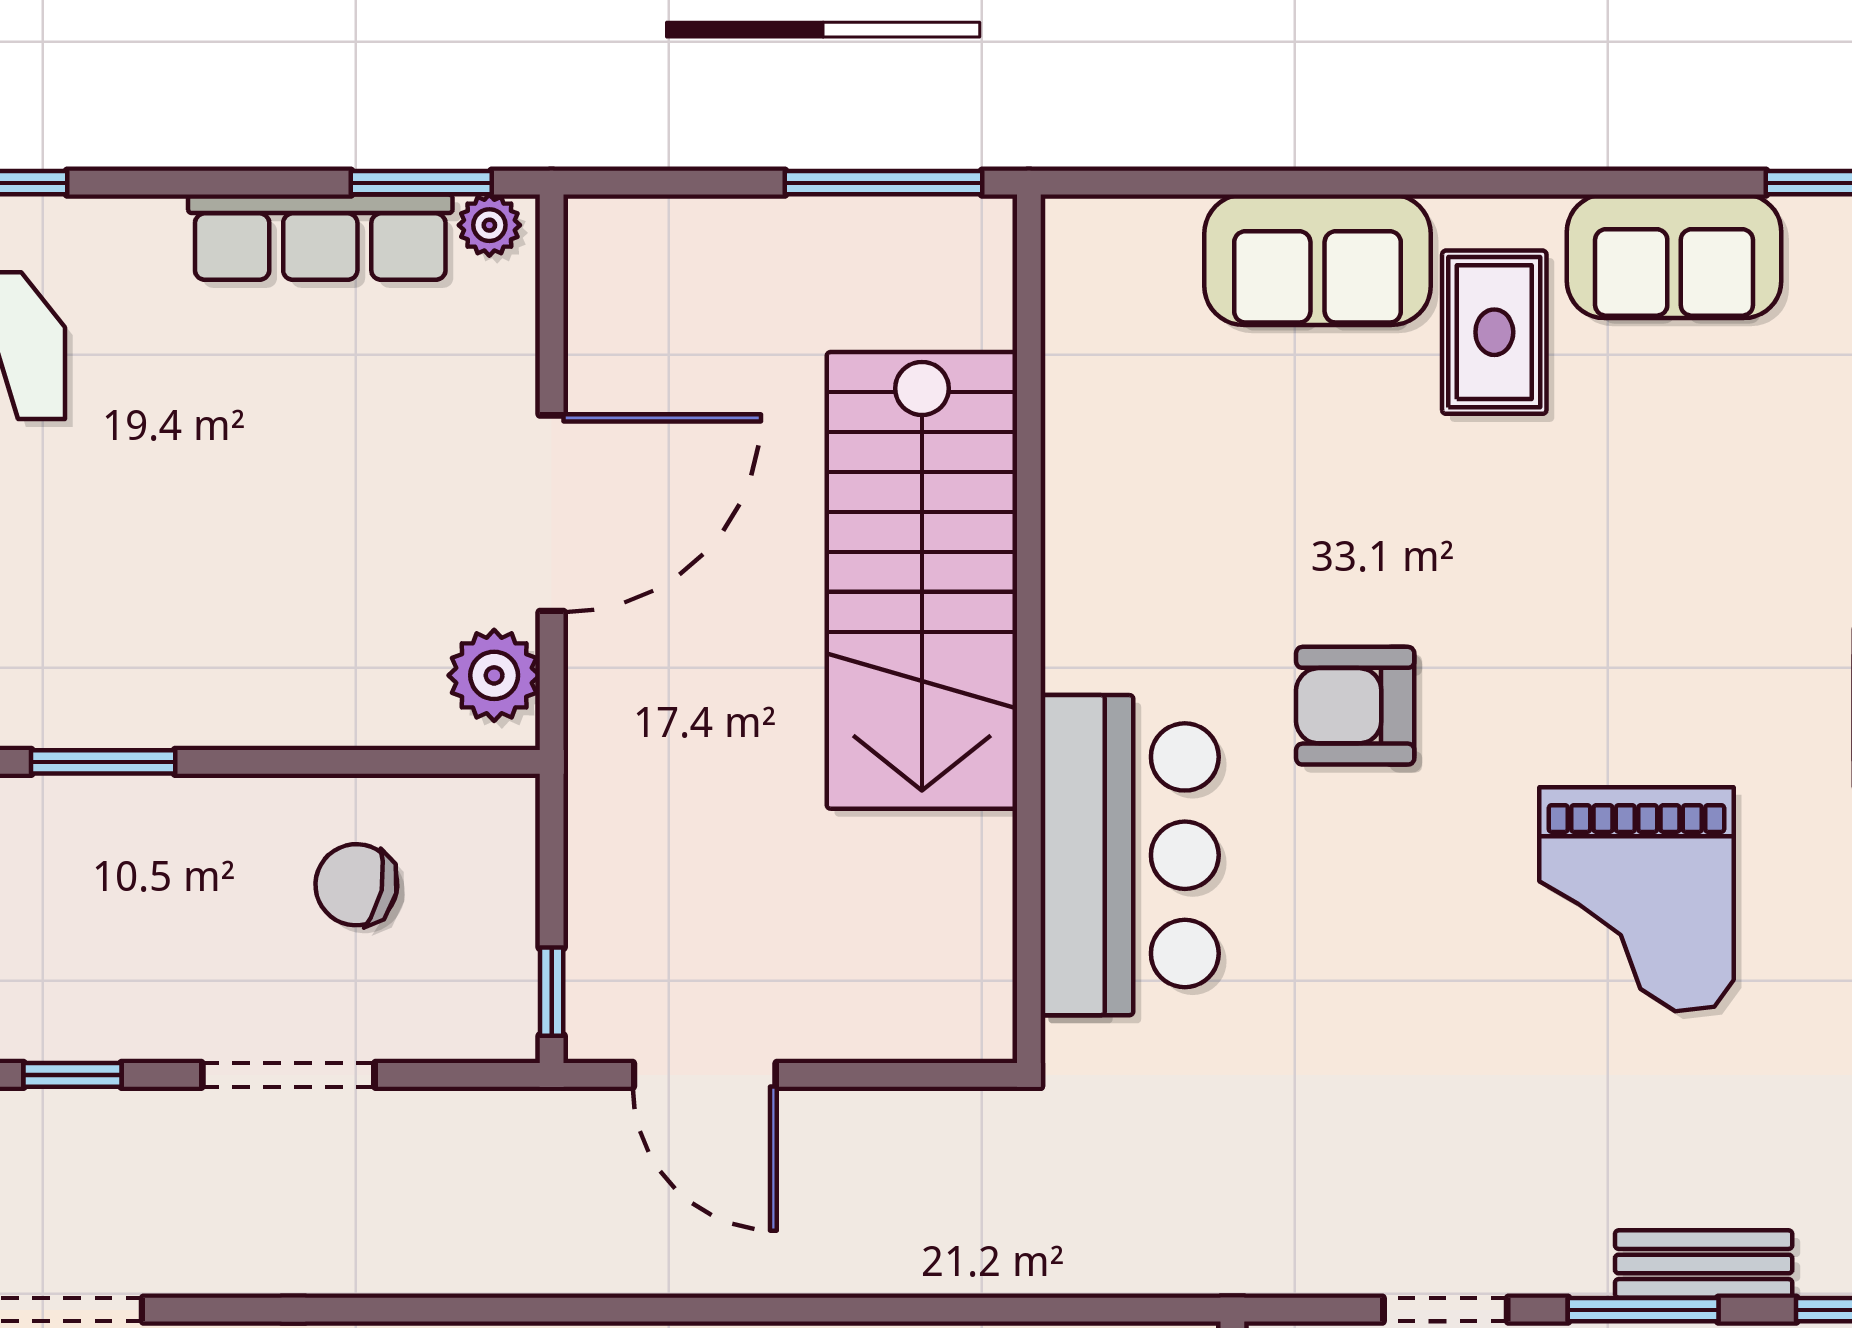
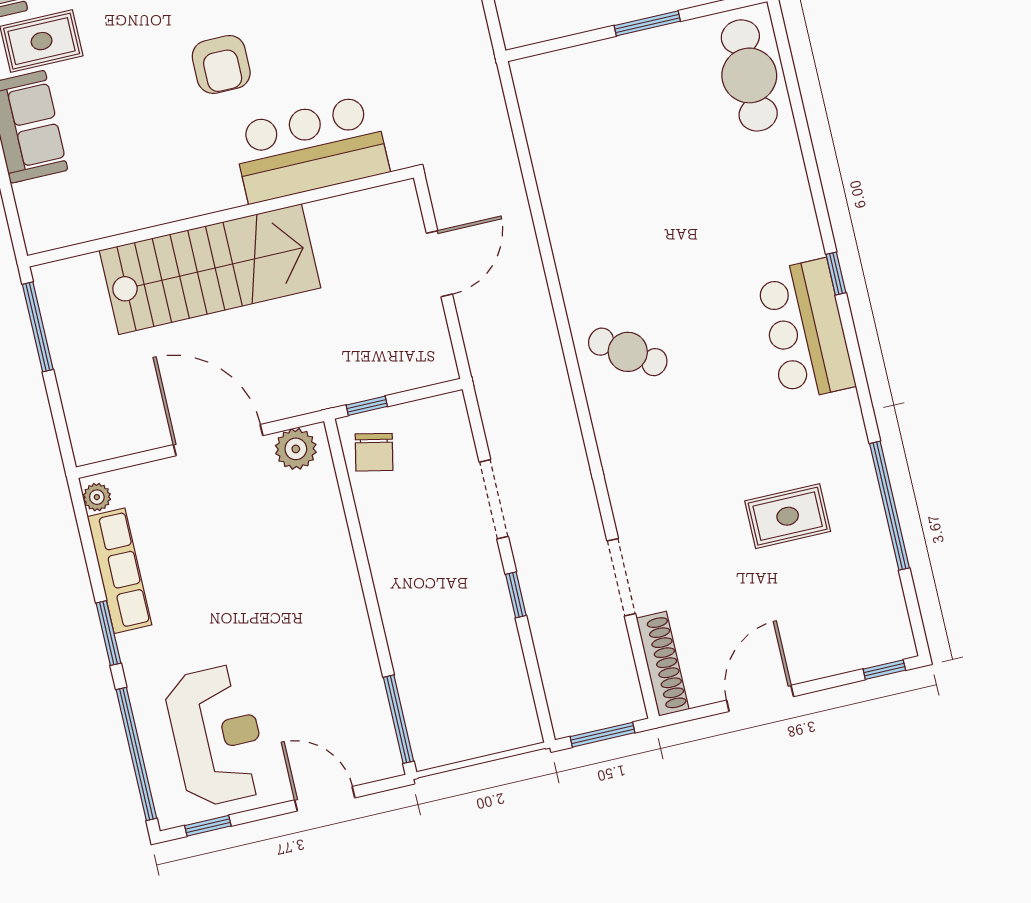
window: (421, 183) -> (108, 633), moved
window: (103, 762) -> (374, 613), removed
chair: (356, 885) -> (374, 452), moved
window: (552, 992) -> (367, 406), moved
door: (705, 1075) -> (439, 264), moved

